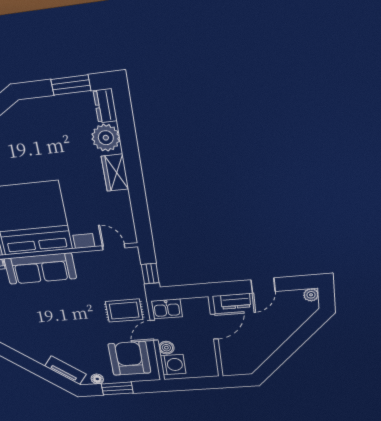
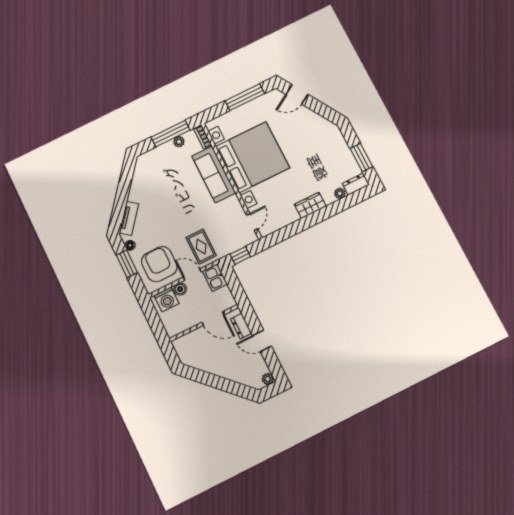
plant: (106, 138) -> (340, 193), width x0.53, depth x0.53
armchair: (129, 358) -> (159, 264), turned -90

